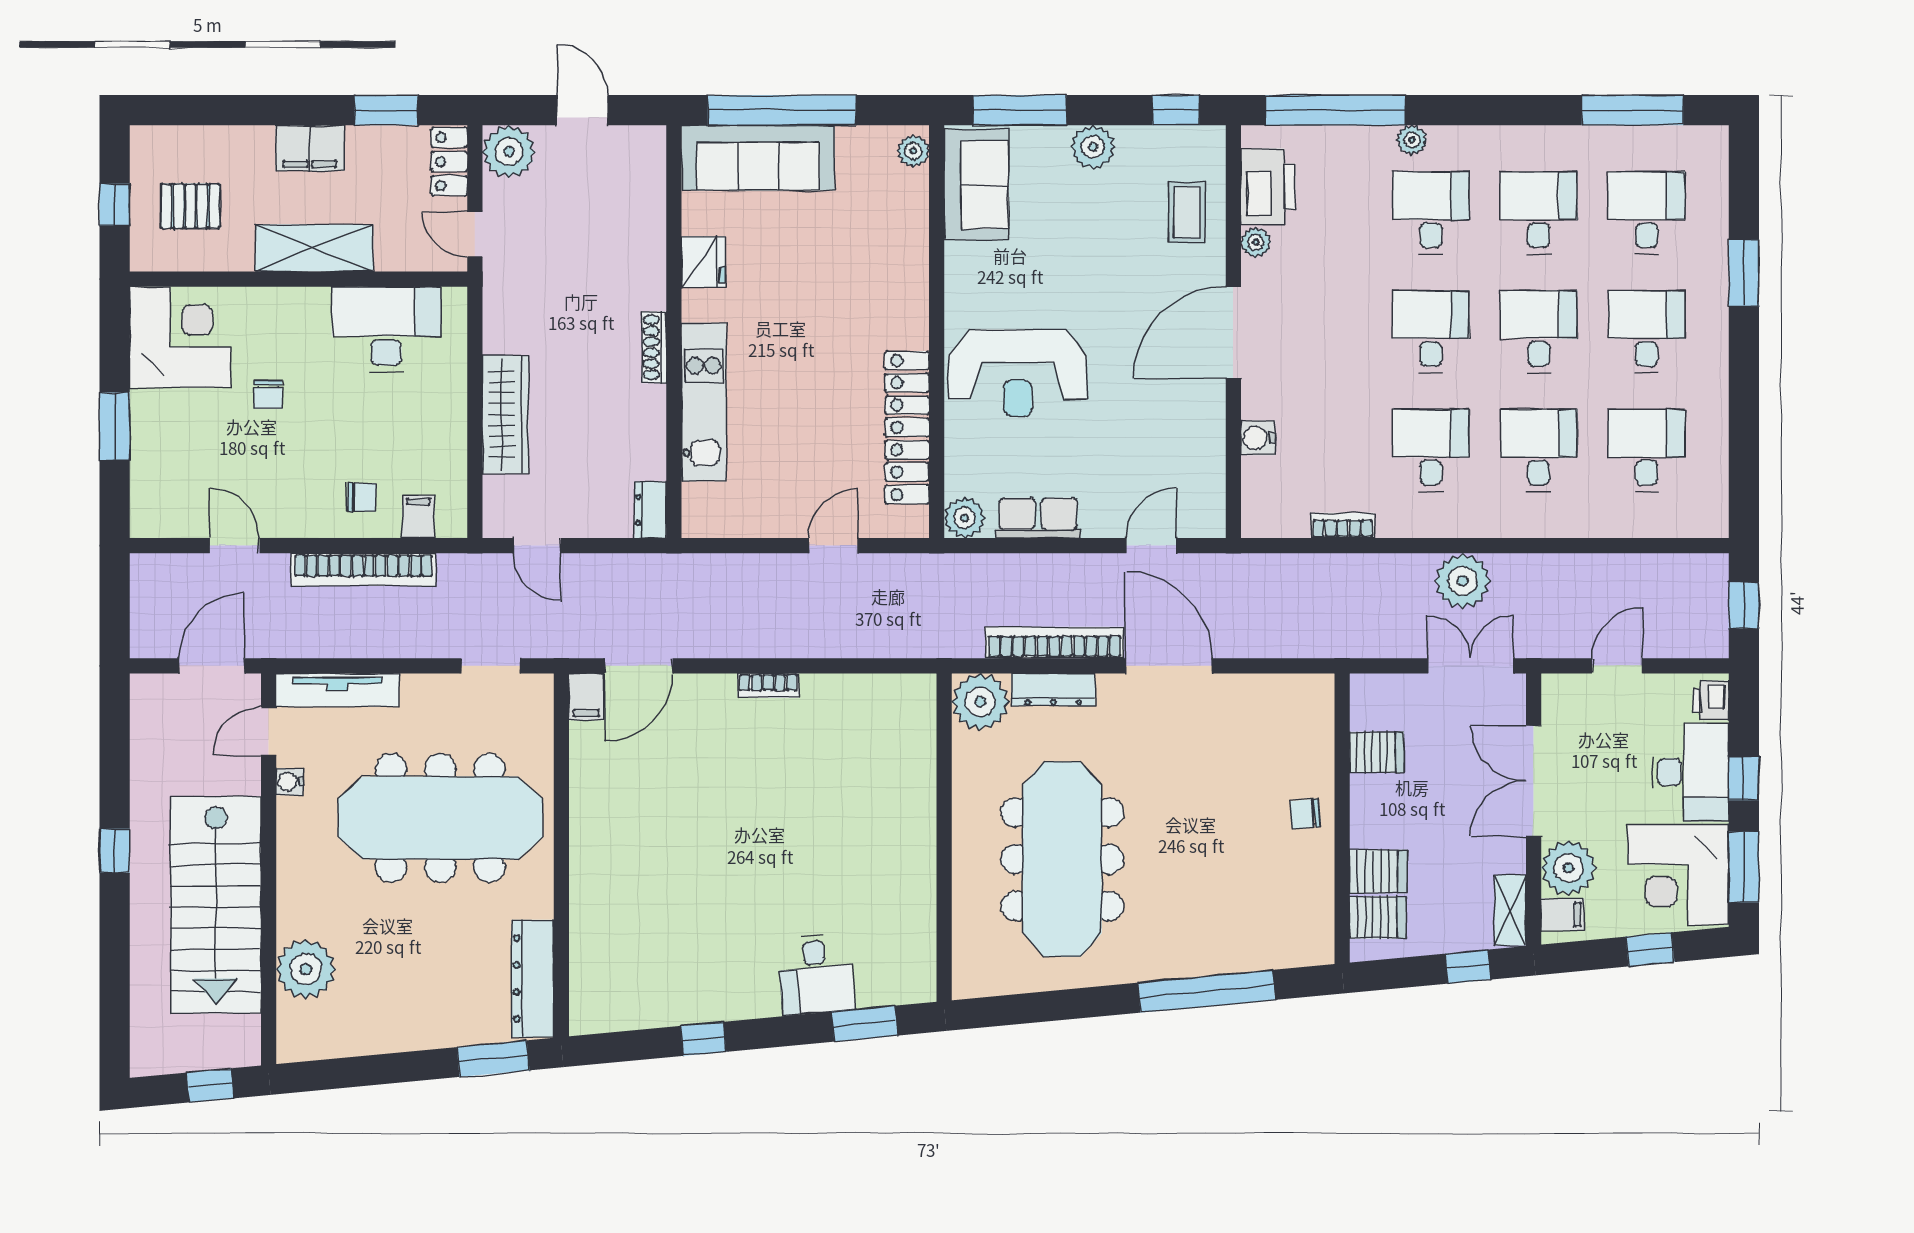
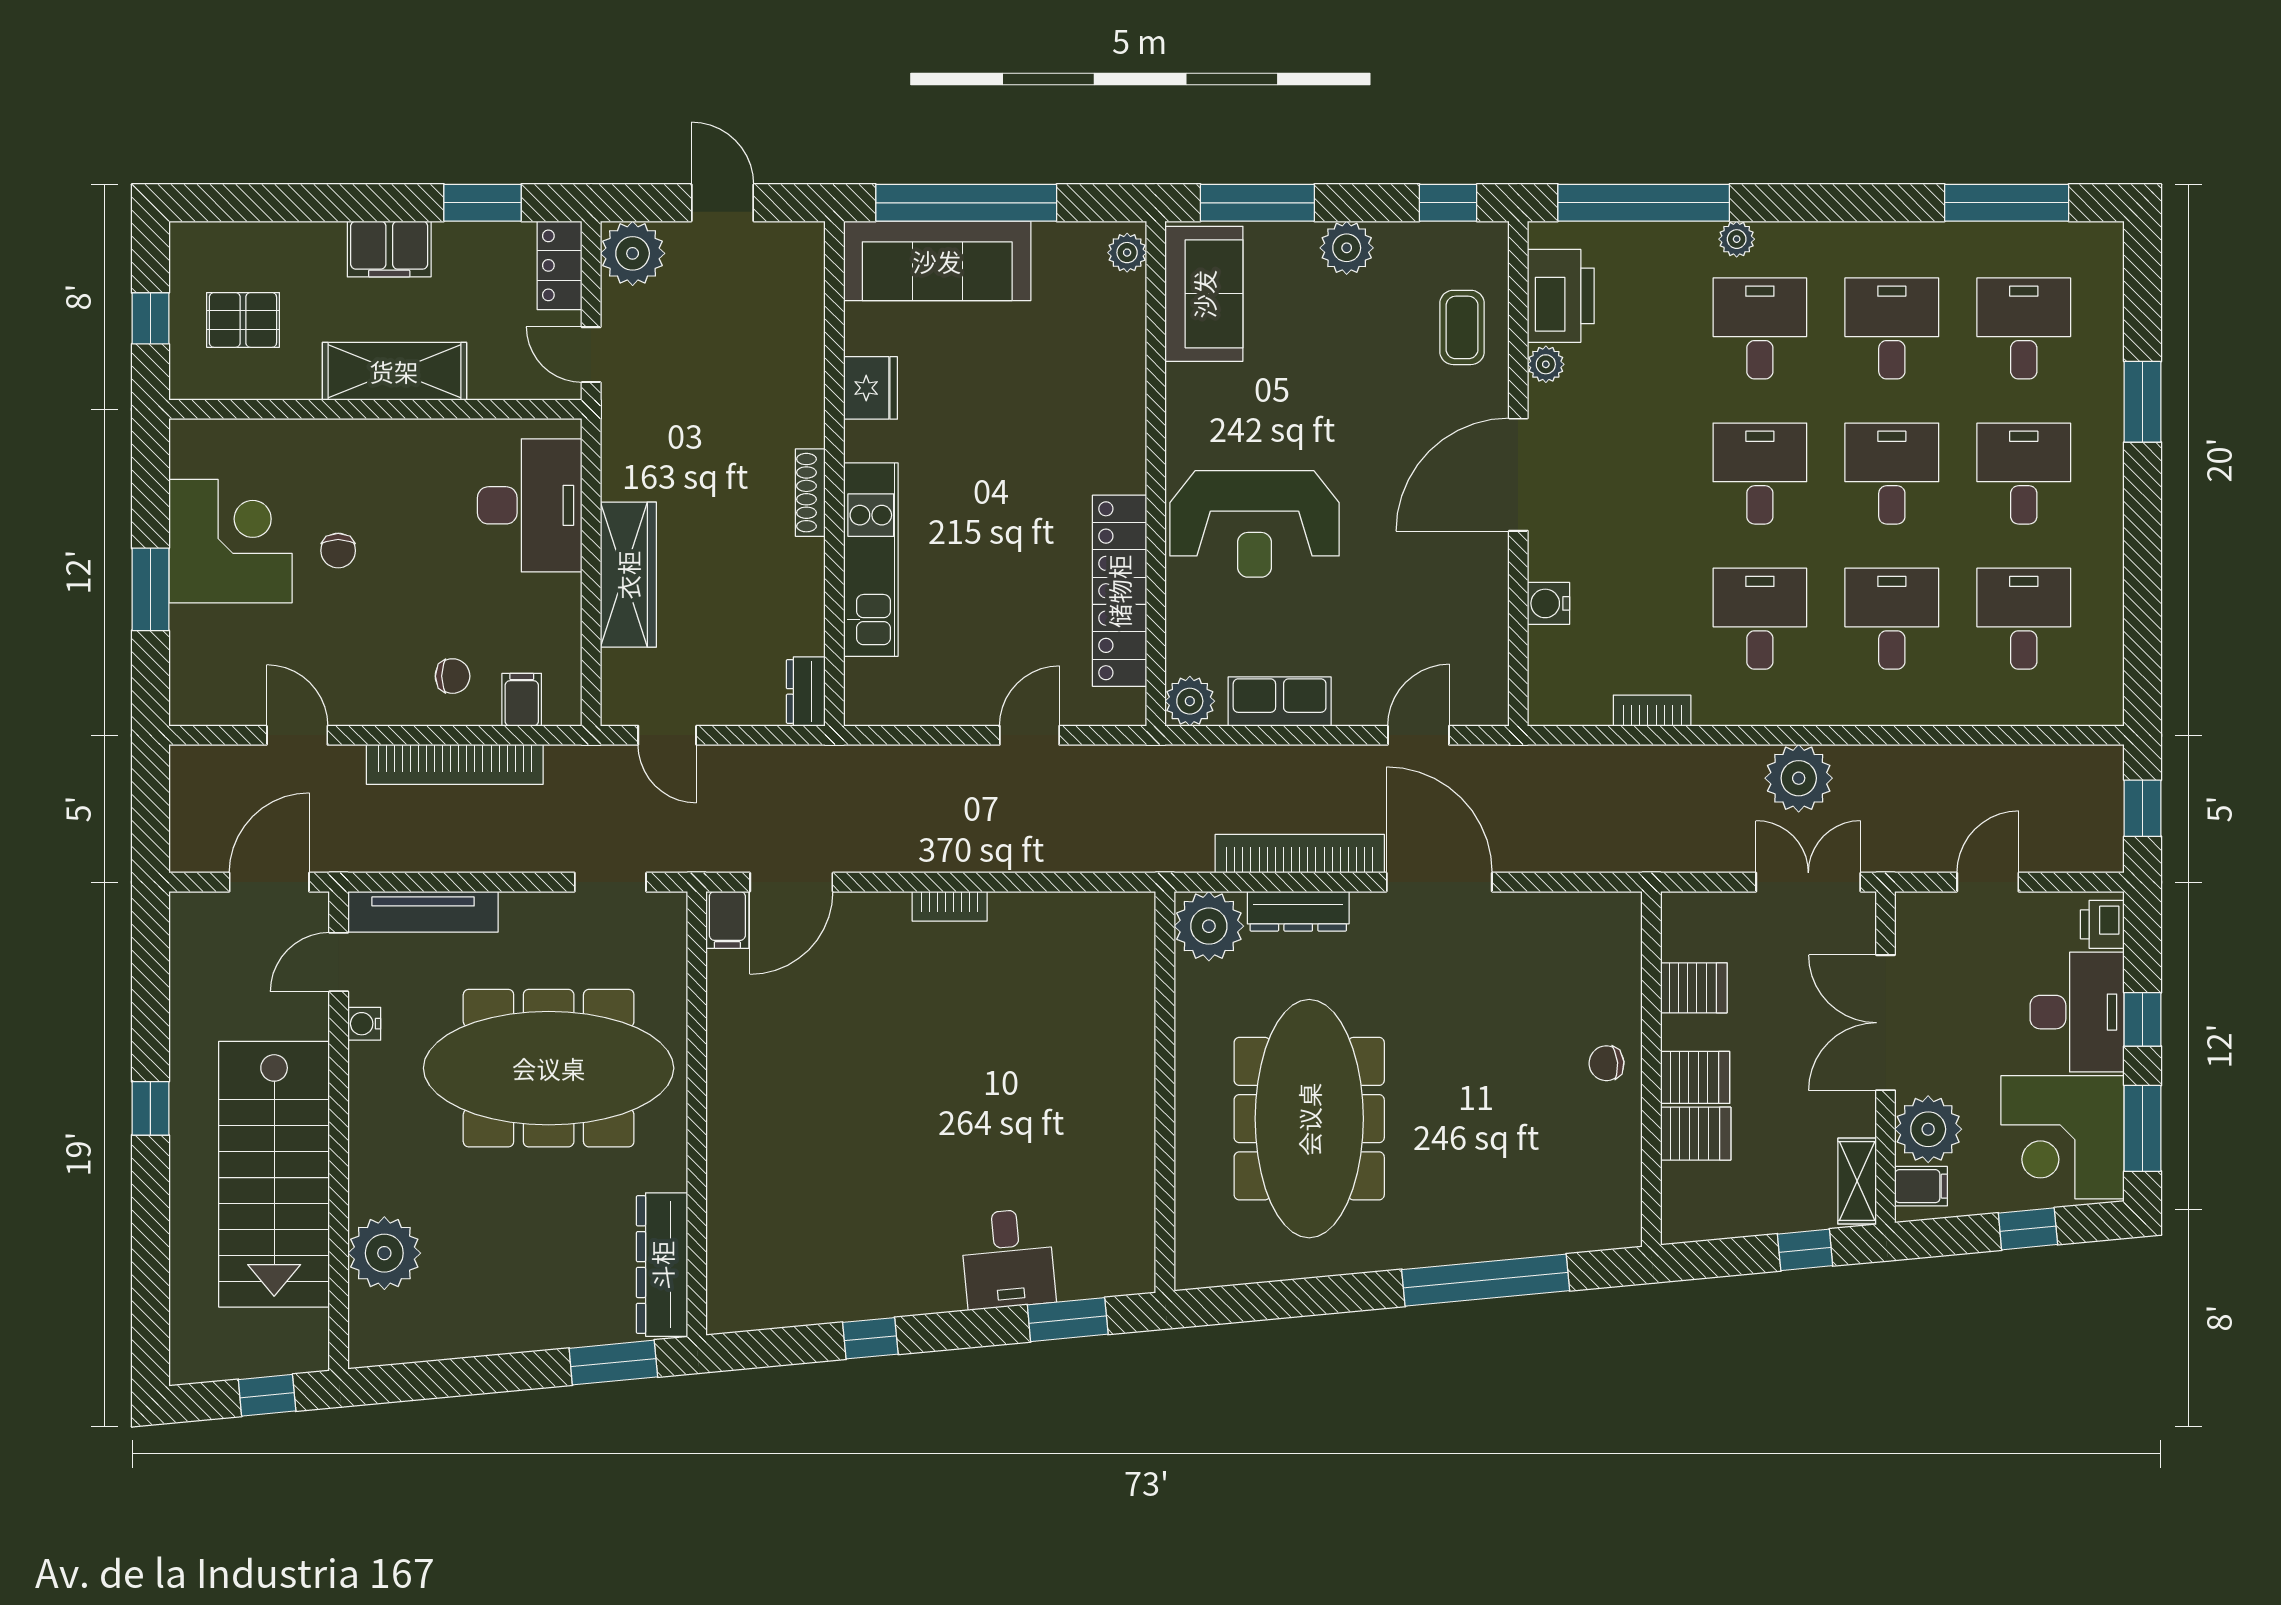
desk: (386, 329) -> (530, 505), moved, turned 90
corner desk: (180, 337) -> (230, 541), moved
server rack: (1378, 917) -> (1695, 1077), moved

